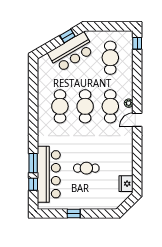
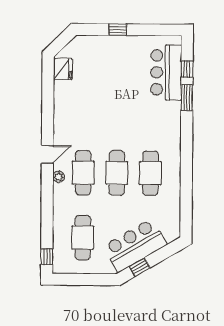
cafe table: (86, 168) -> (116, 90), removed
bar counter: (49, 174) -> (166, 72), width x0.73
window: (74, 214) -> (118, 30), moved

